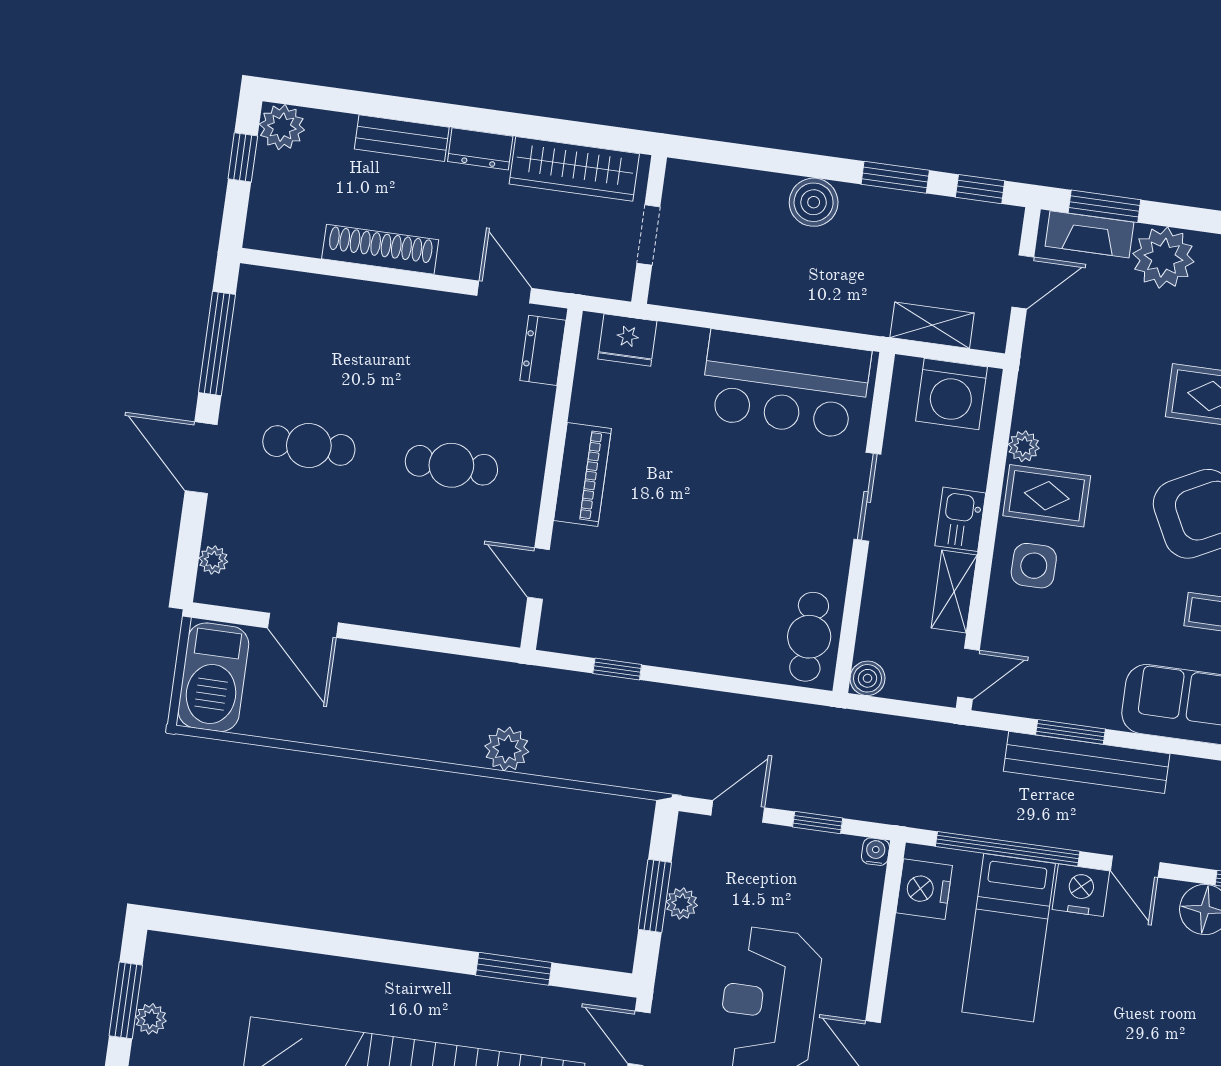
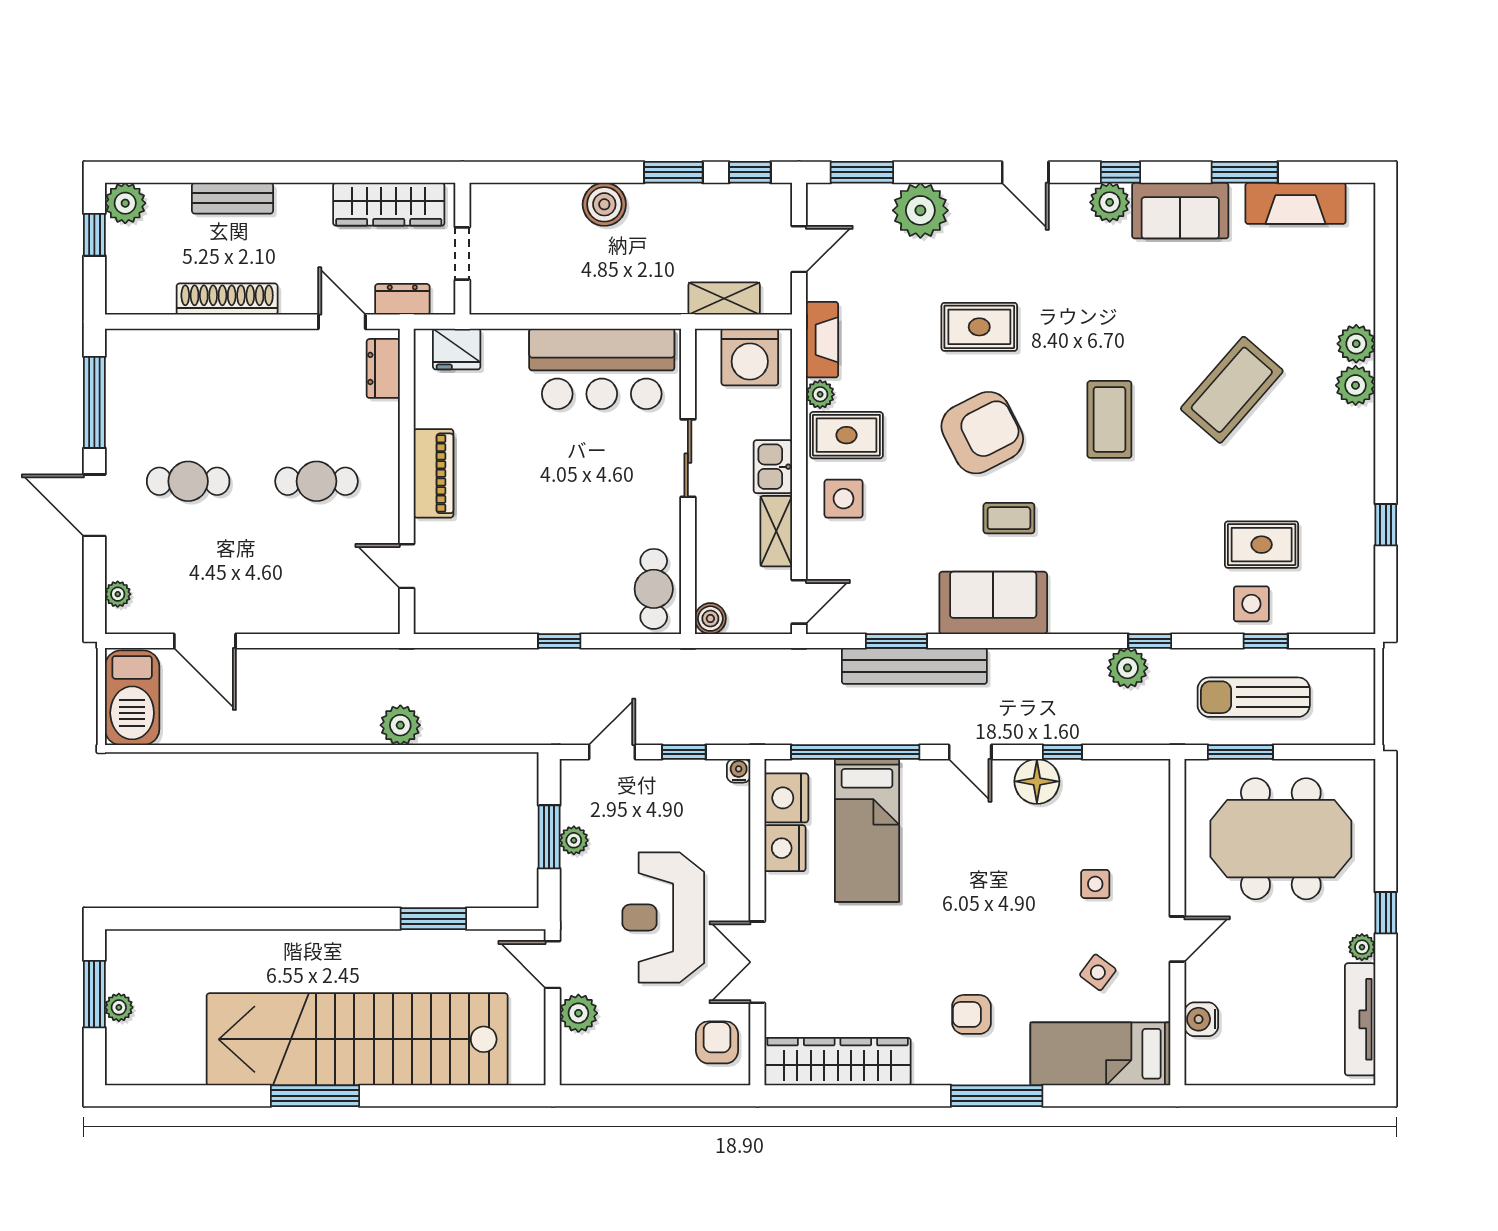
dresser: (480, 149) -> (402, 299), moved, turned 180
fireplace: (1090, 234) -> (822, 340), moved, turned -90
window: (617, 669) -> (559, 641), moved
nightstand: (1081, 890) -> (785, 848), moved, turned -90

